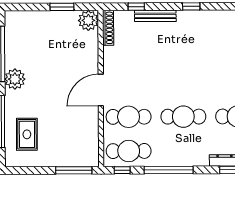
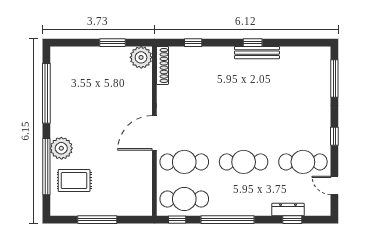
bench: (155, 16) -> (257, 53), moved
plant: (15, 79) -> (61, 148), moved
rug: (27, 134) -> (74, 181), turned 90
window: (74, 170) -> (97, 220), moved

